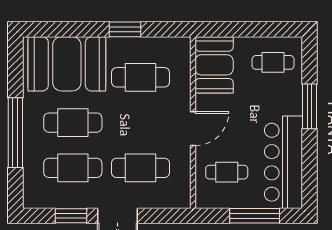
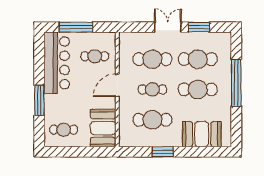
booth: (67, 64) -> (202, 134), width x0.73, depth x0.70
cafe table: (141, 123) -> (152, 89), added

